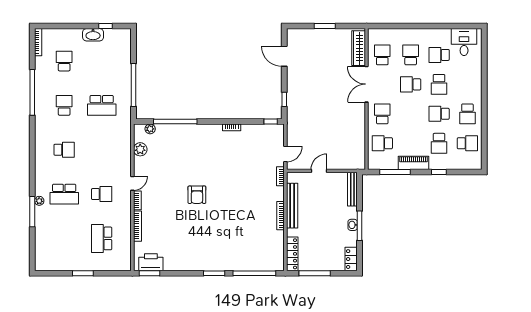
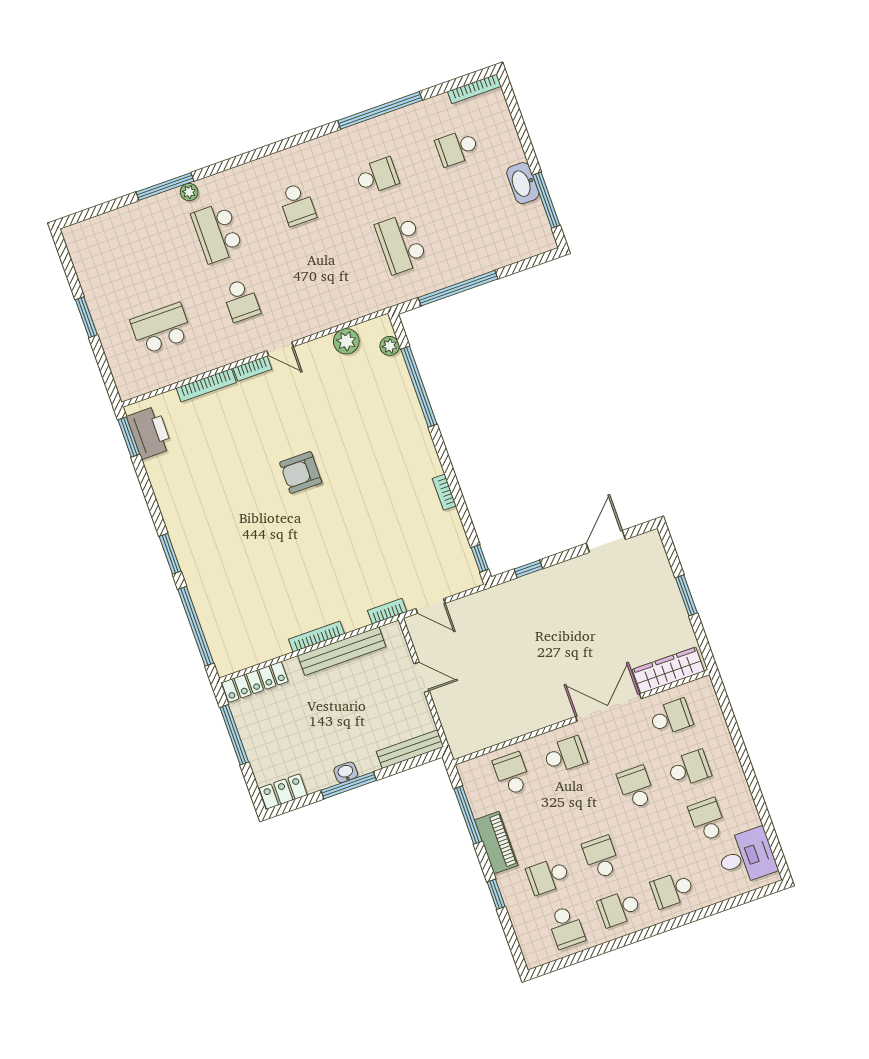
window: (106, 26) -> (546, 200), width x2.17
school desk: (64, 61) -> (457, 148), turned 180
school desk: (439, 84) -> (672, 890), moved

